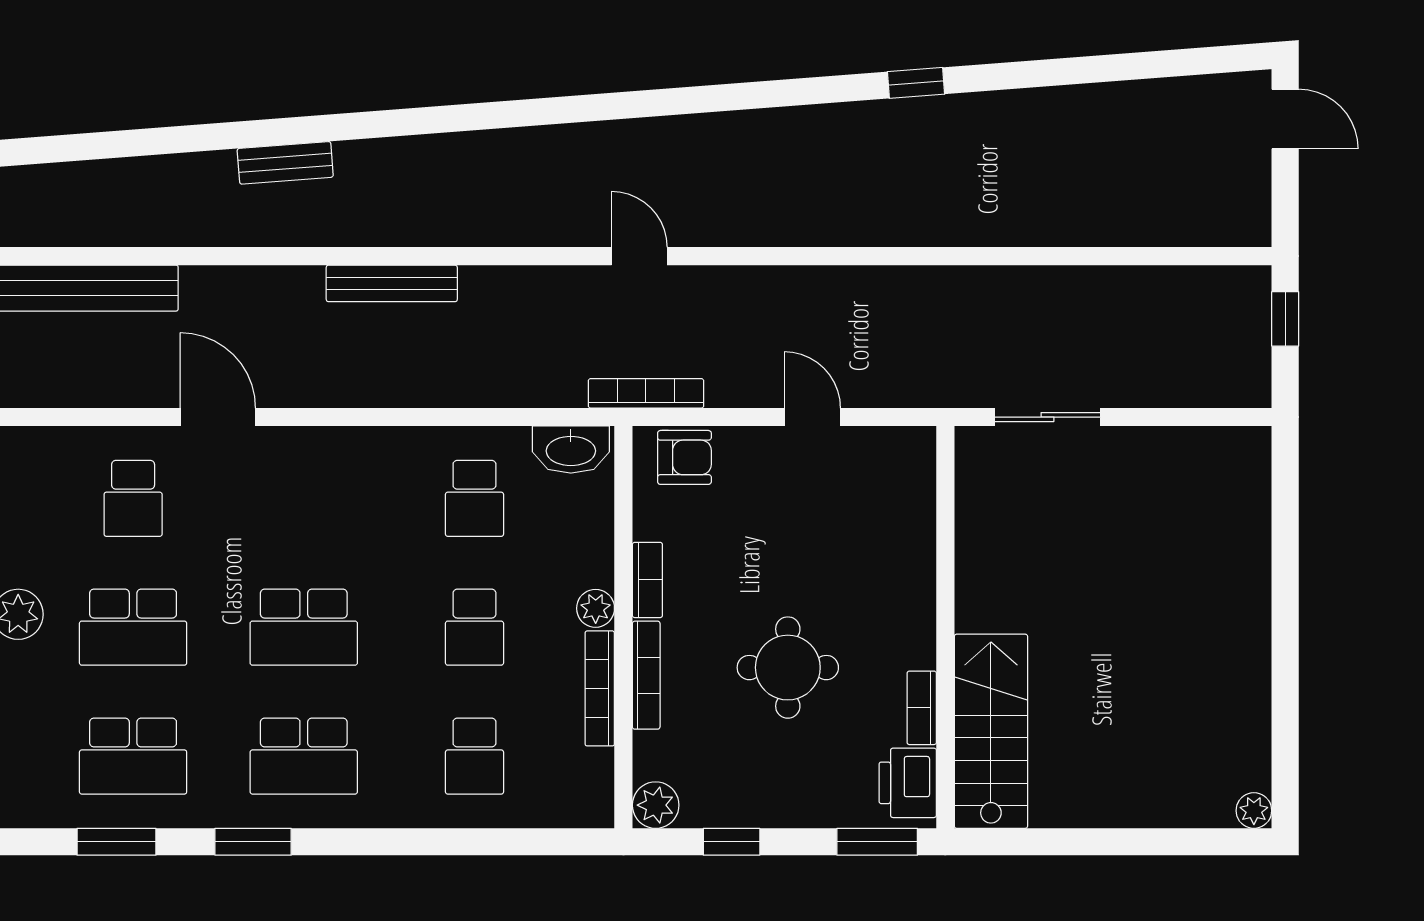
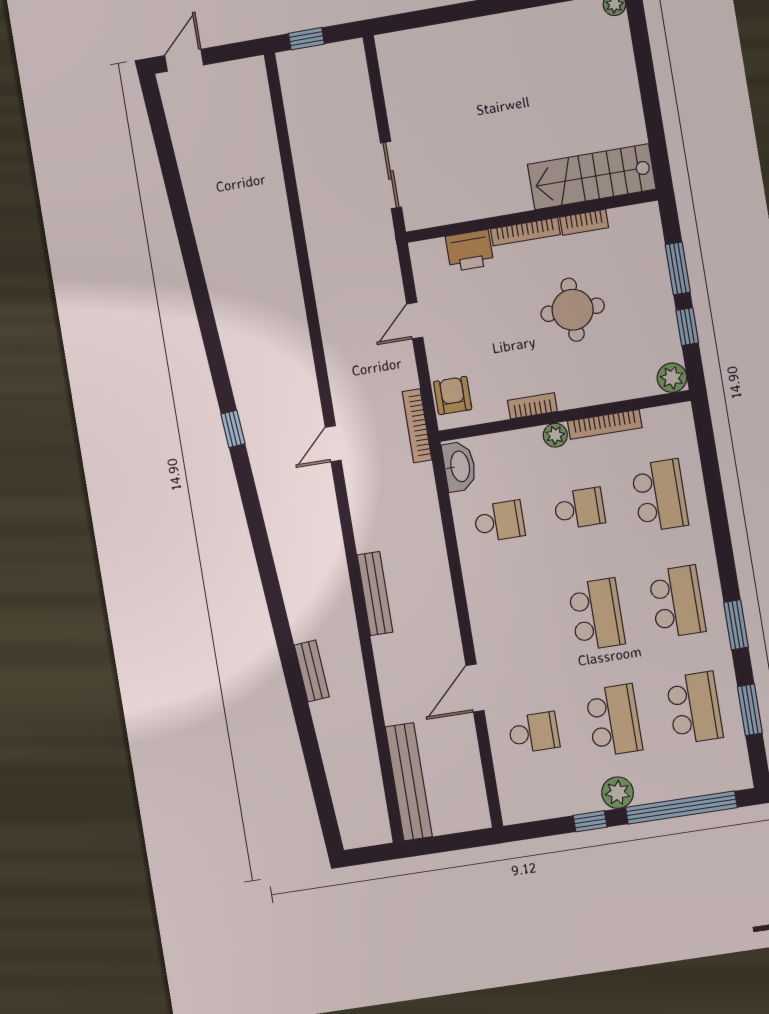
window: (916, 83) -> (233, 429), moved
bookcase: (646, 675) -> (525, 232), moved, turned 180
school desk: (474, 756) -> (660, 495), width x1.85
printer: (908, 783) -> (470, 251), moved
window: (877, 842) -> (678, 268), moved

